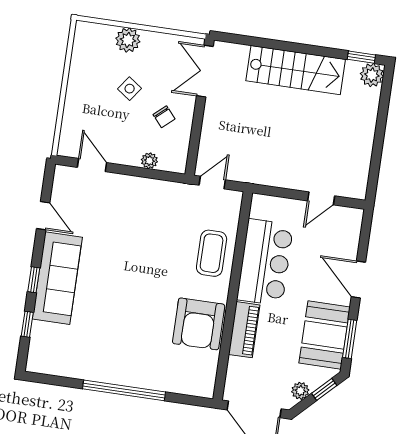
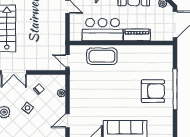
coffee table: (212, 253) -> (102, 56), width x1.36, depth x1.32
armchair: (199, 324) -> (153, 91), moved

